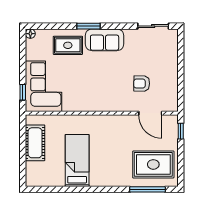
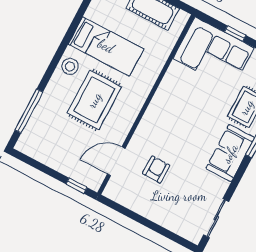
window: (23, 92) -> (235, 34), moved
rug: (153, 164) -> (94, 100), moved
stool: (103, 178) -> (70, 66), added

